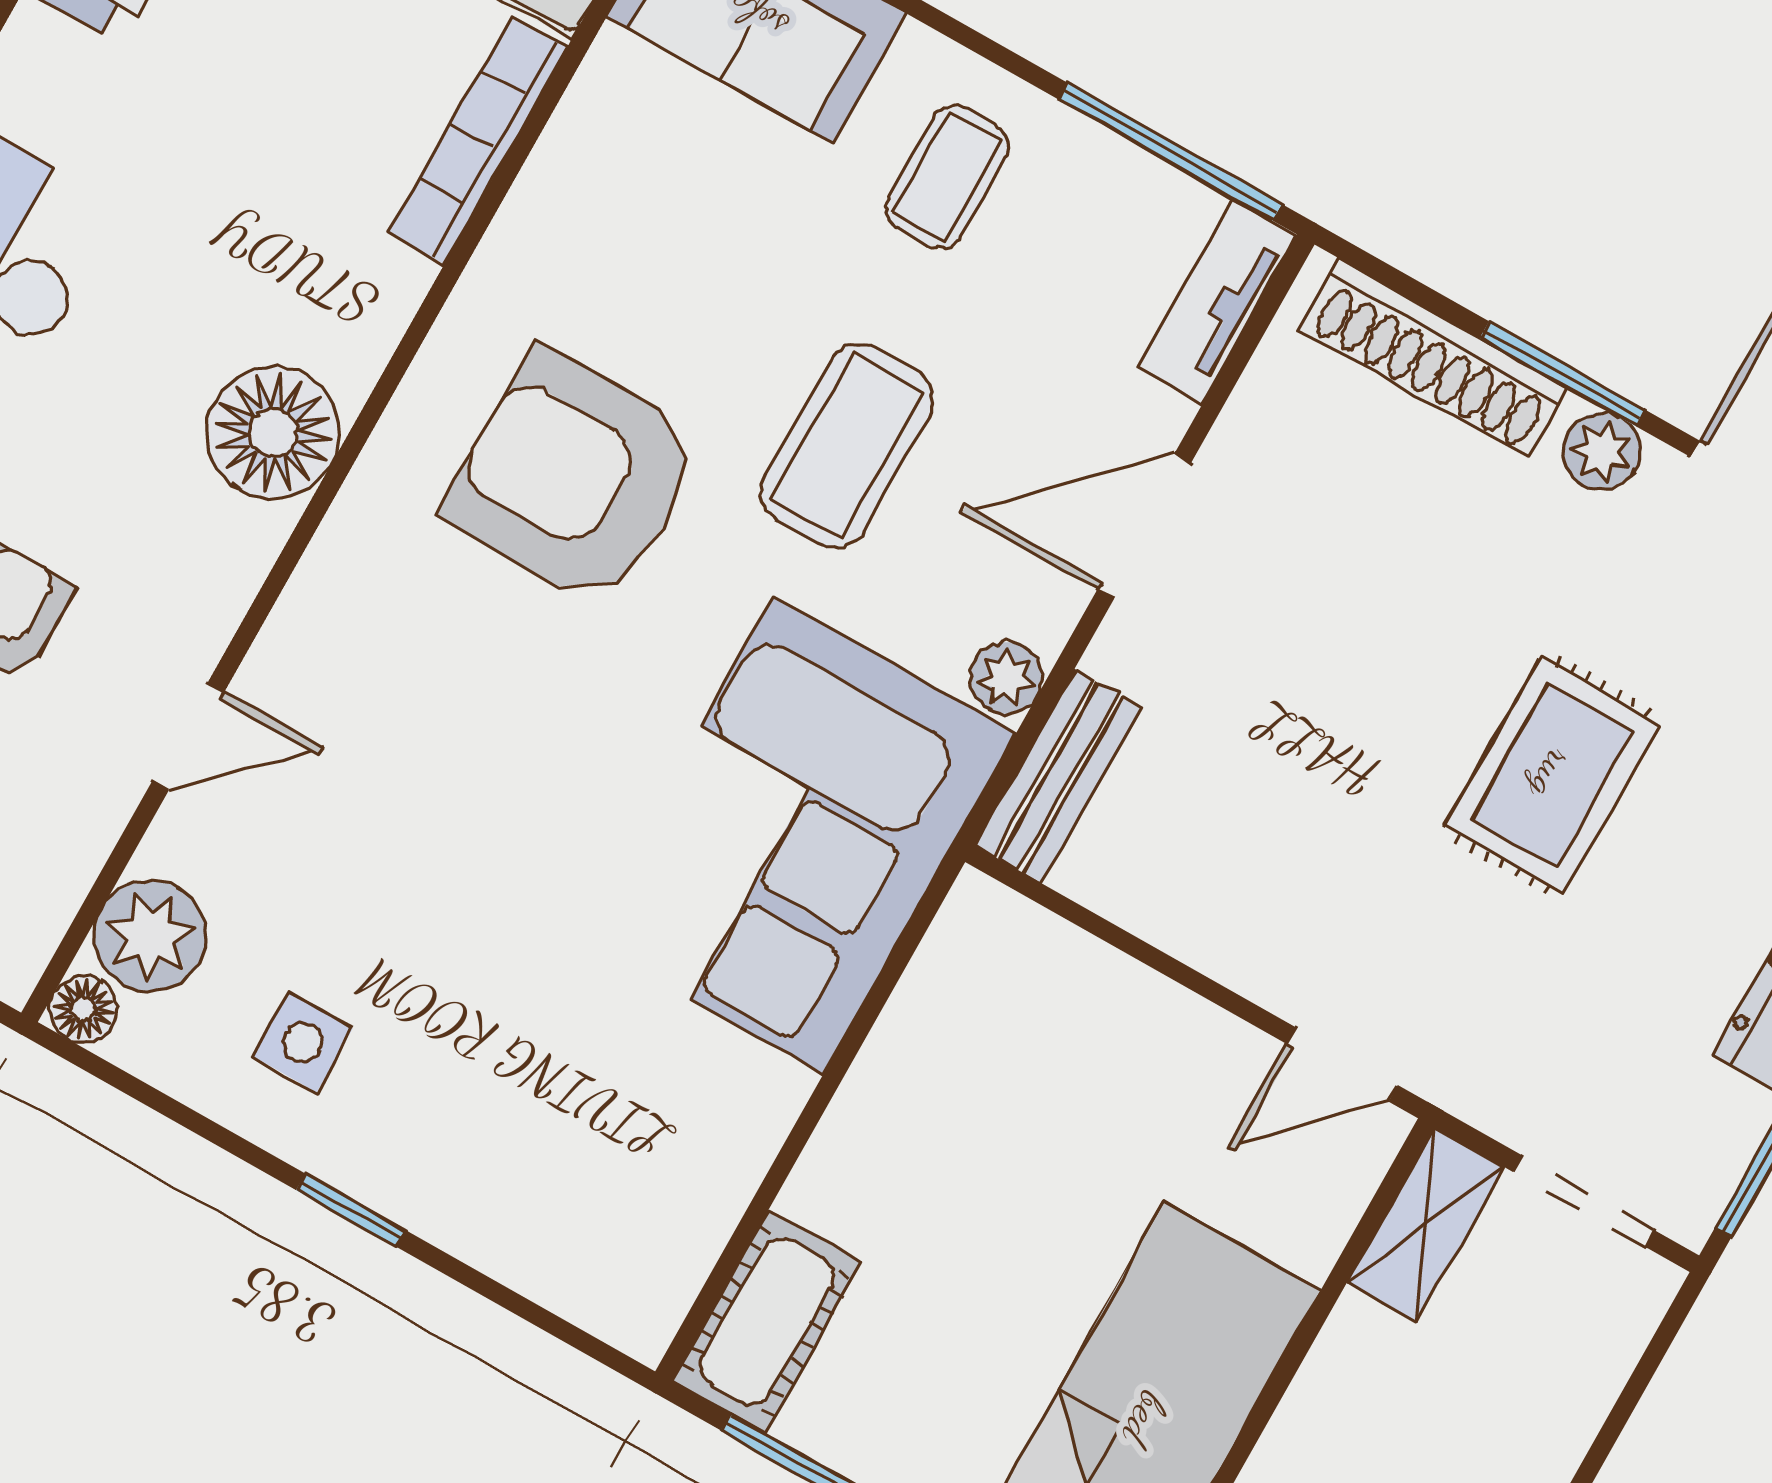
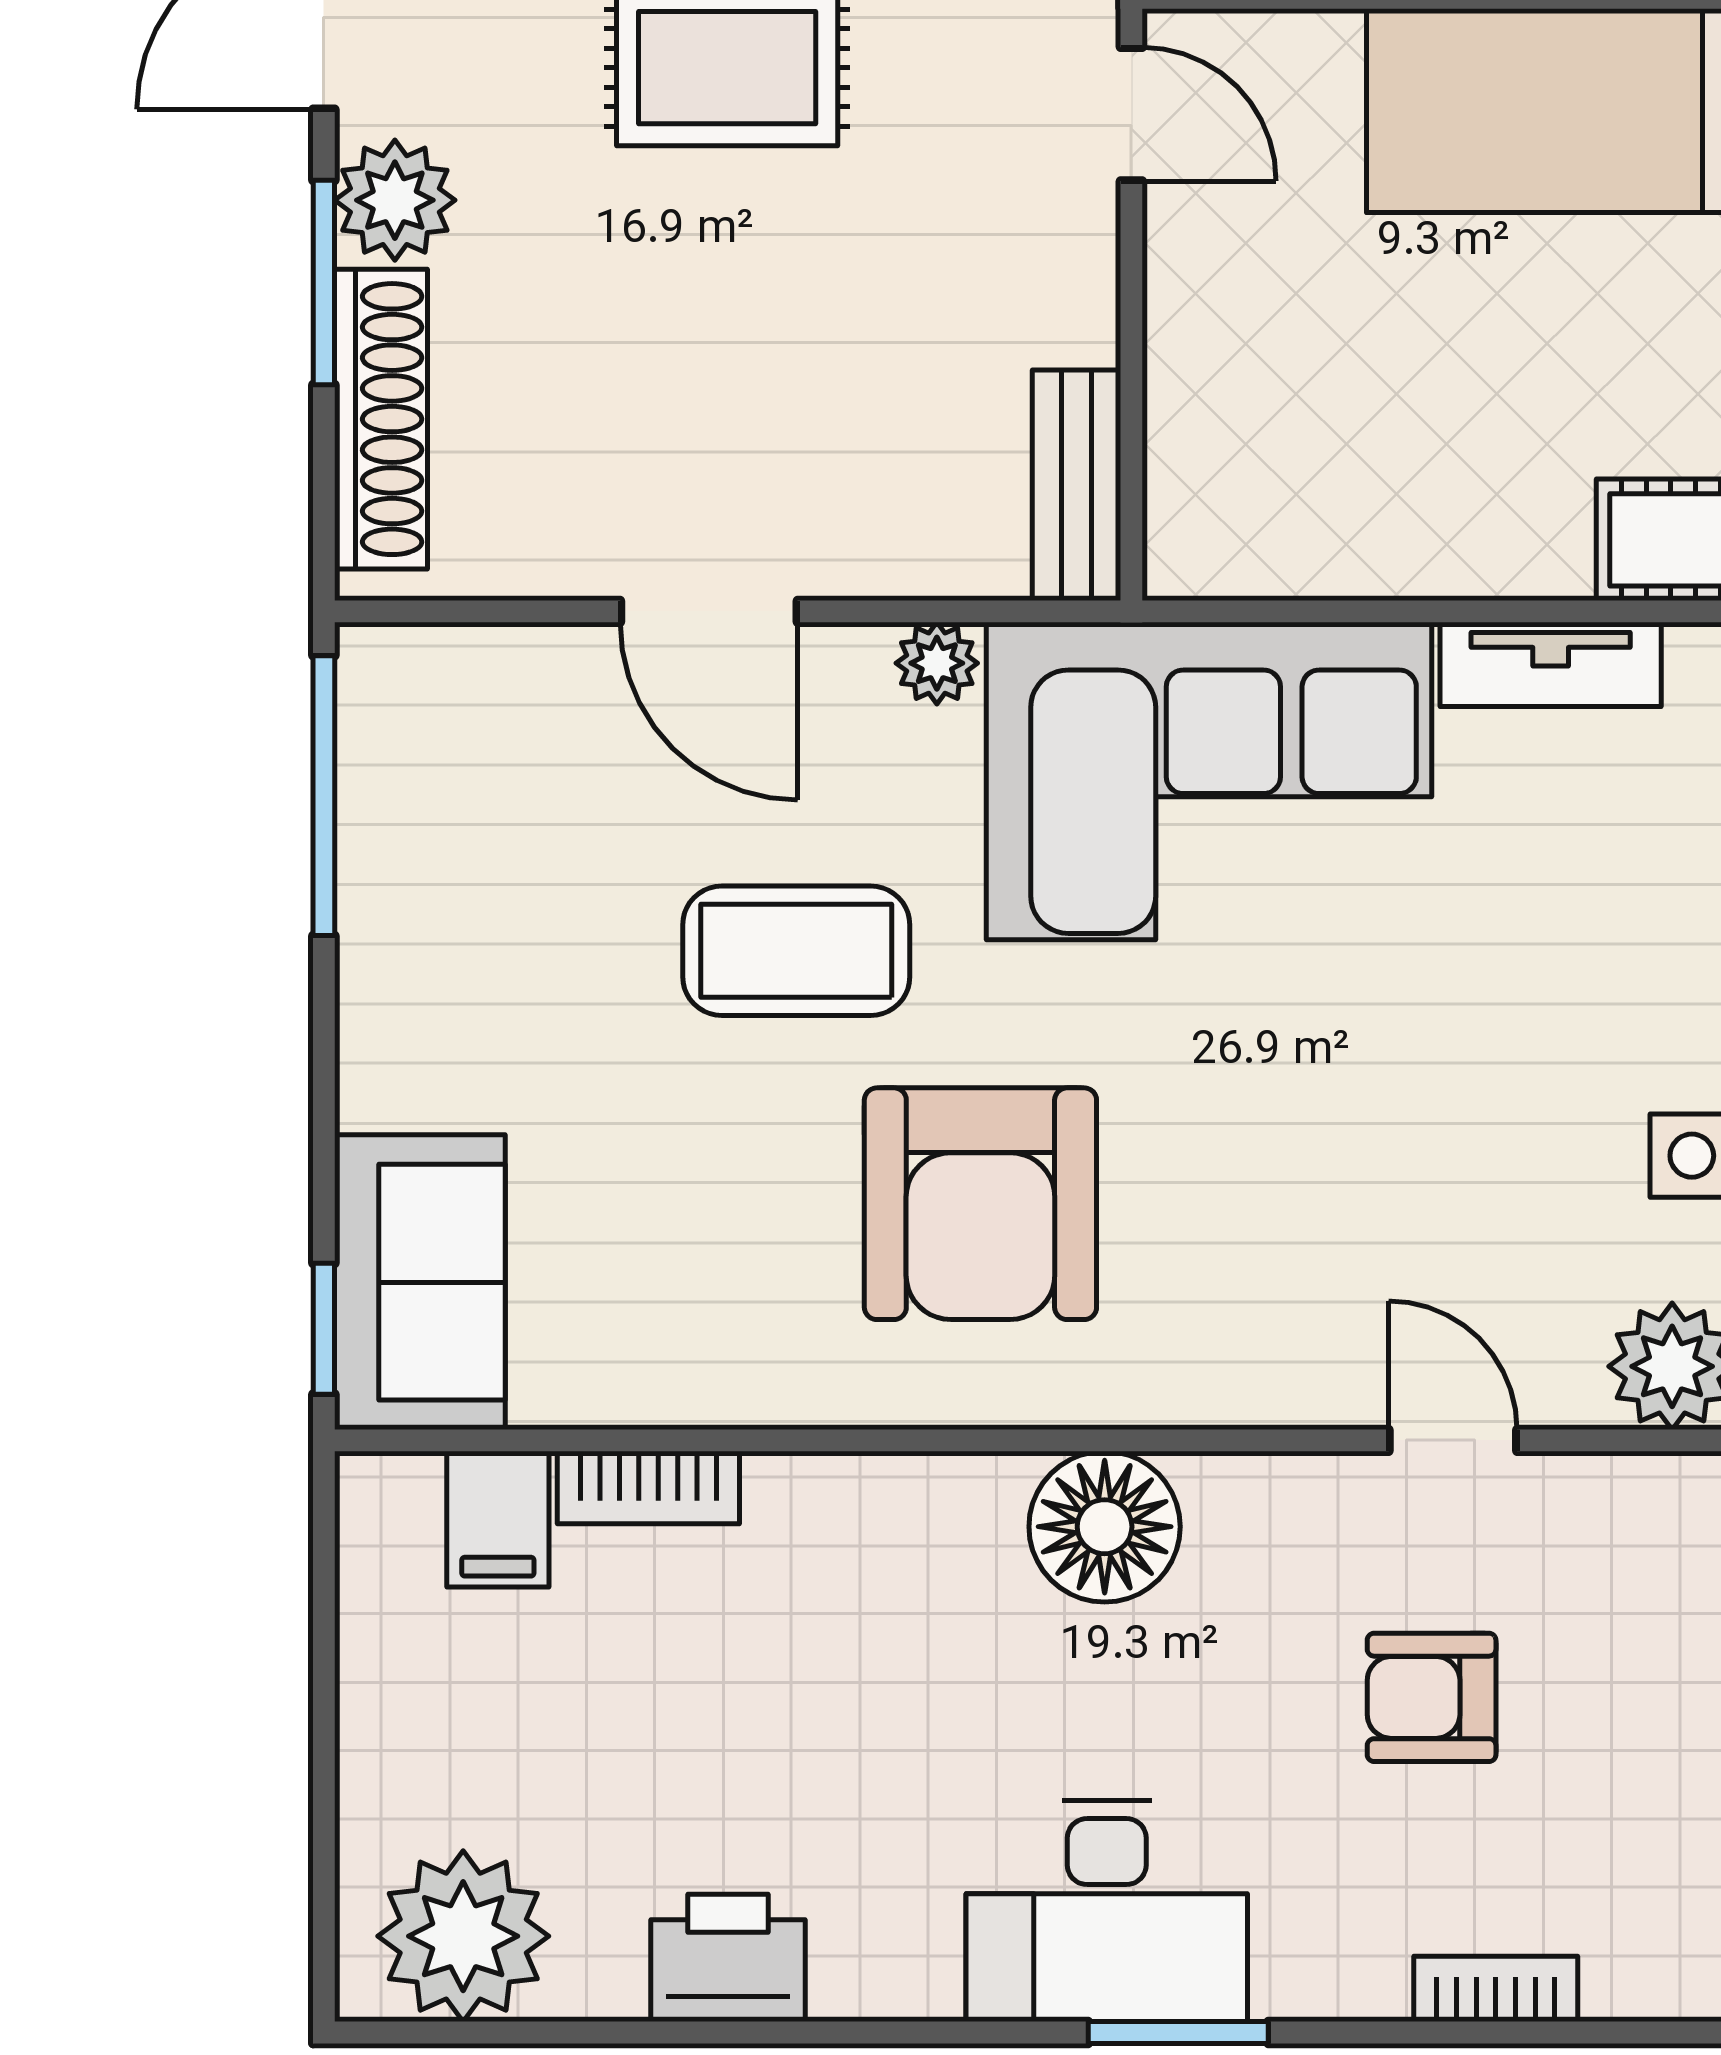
bookcase: (478, 140) -> (648, 1488), width x0.64
coffee table: (947, 177) -> (473, 1002), removed
tv unit: (1218, 301) -> (1551, 664), moved
plant: (1602, 451) -> (395, 200), width x1.38, depth x1.38
bench: (1058, 776) -> (1076, 485), moved, turned 90

